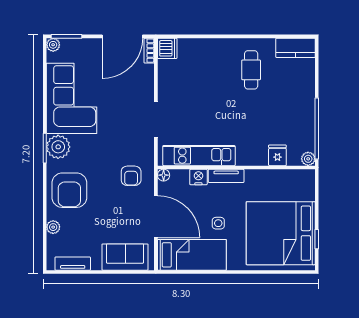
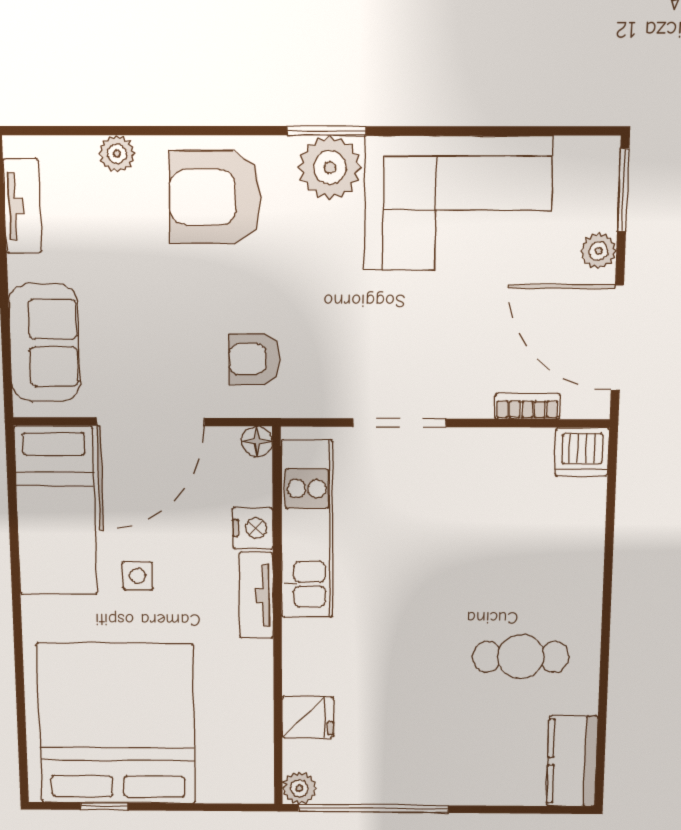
plant: (53, 45) -> (598, 251), moved
bookcase: (149, 51) -> (527, 406), moved

